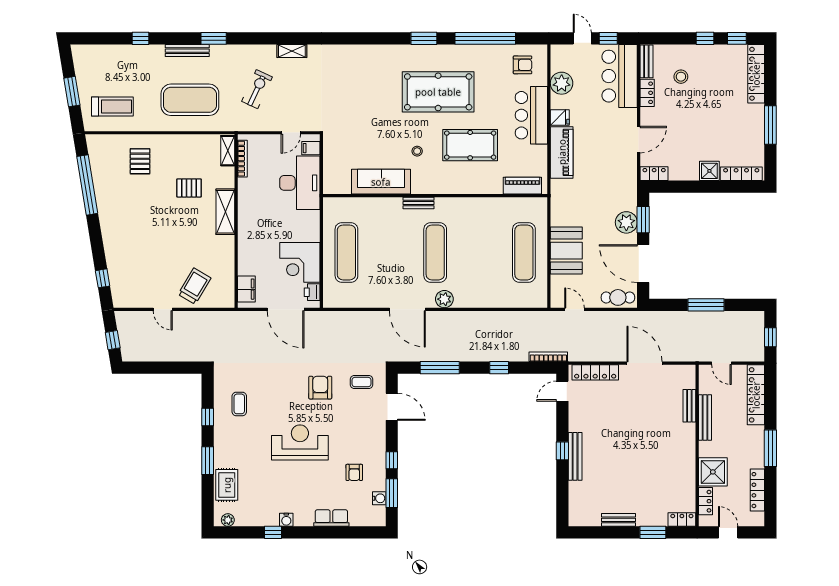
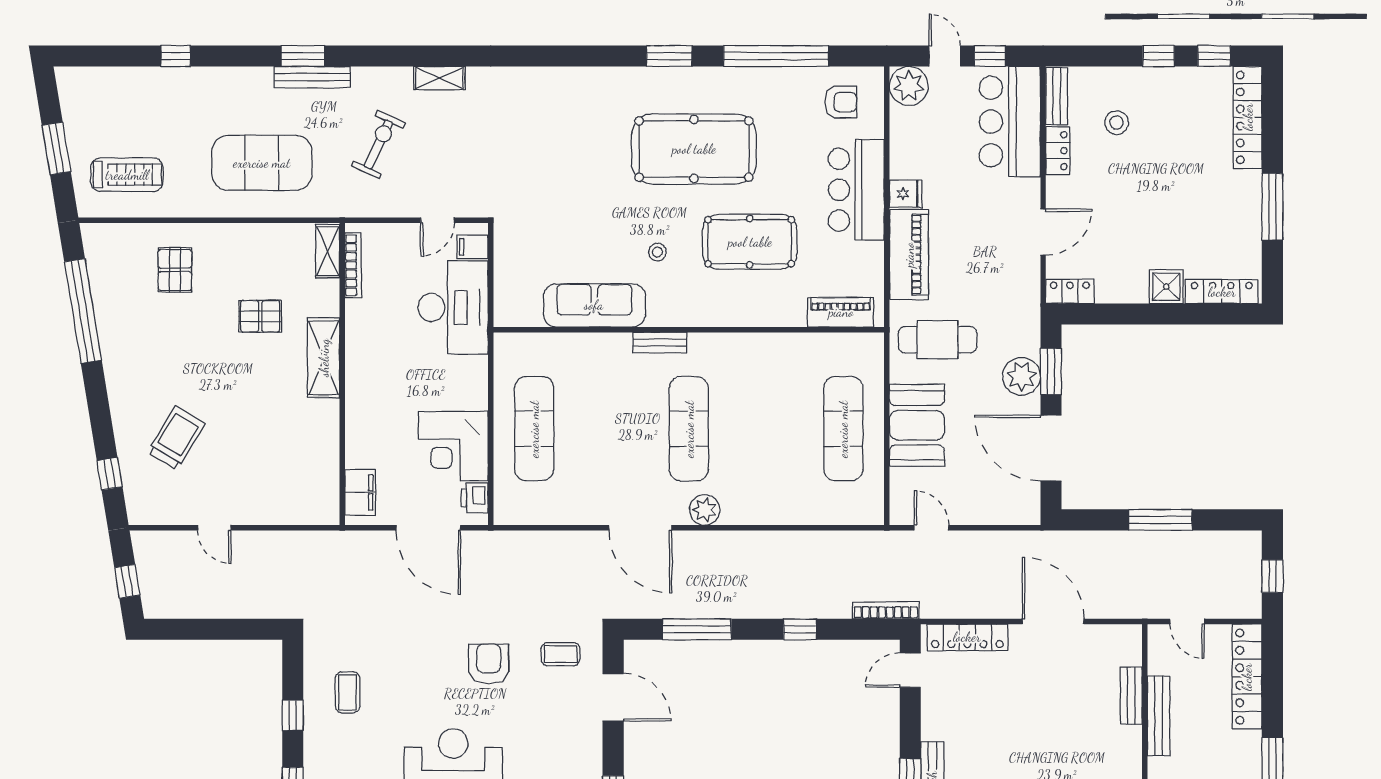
bench: (187, 51) -> (312, 77), moved
plant: (562, 83) -> (909, 86), moved
trolley: (194, 286) -> (176, 438), moved
cafe table: (618, 297) -> (938, 340), moved, width x1.37, depth x1.35

